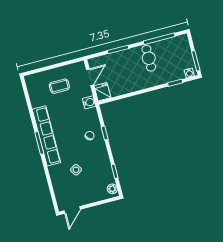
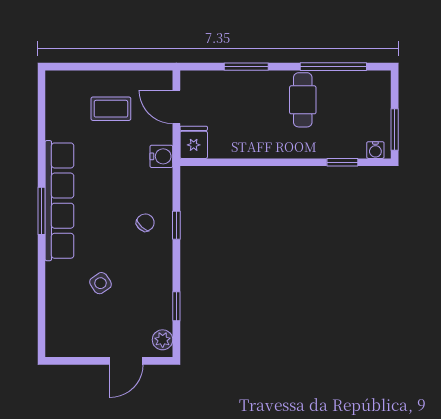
door: (90, 77) -> (176, 107), swing flipped
door: (72, 210) -> (126, 361), moved

